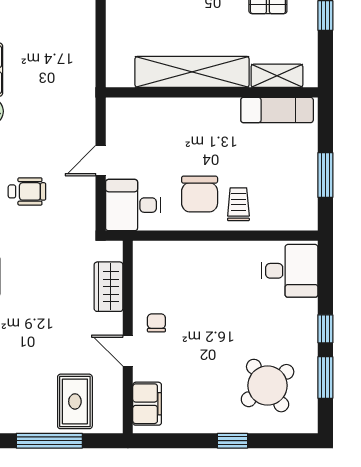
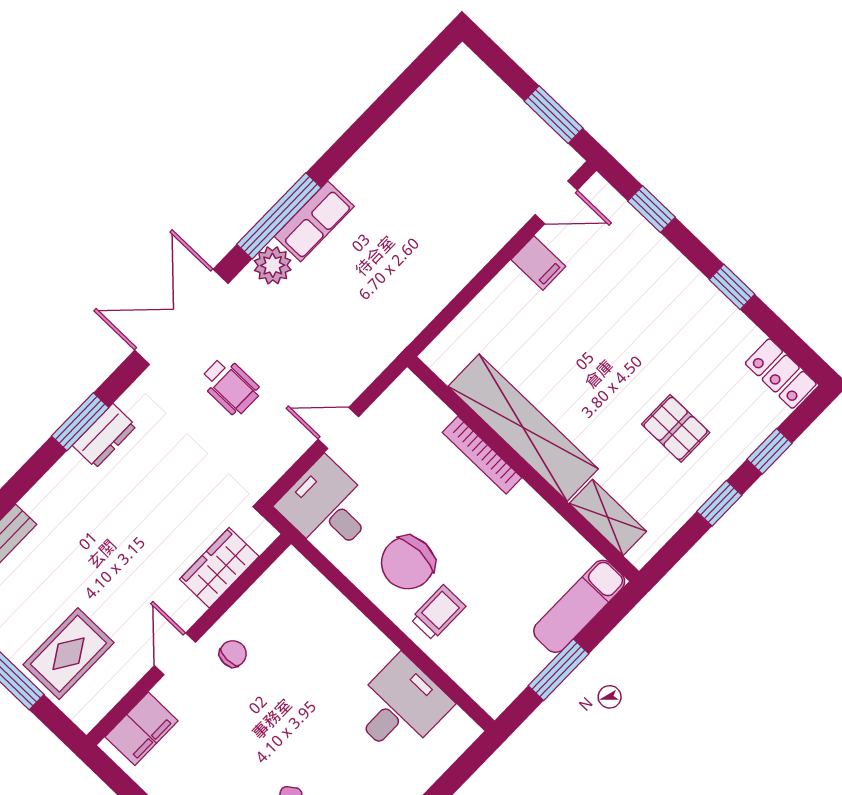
bookcase: (185, 105) -> (482, 455), added
exam couch: (277, 110) -> (579, 606), moved, turned 90
desk: (290, 271) -> (400, 707), moved, turned -90

